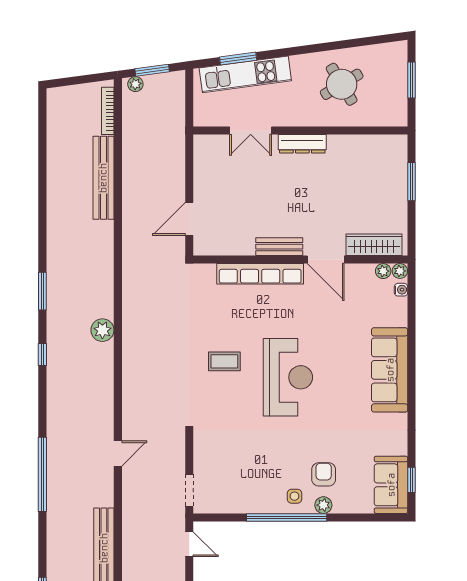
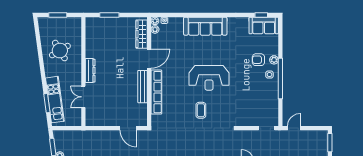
double door: (251, 131) -> (83, 97), swing flipped
bench: (279, 247) -> (143, 87), width x1.36
reception desk: (288, 377) -> (209, 78), turned 180

